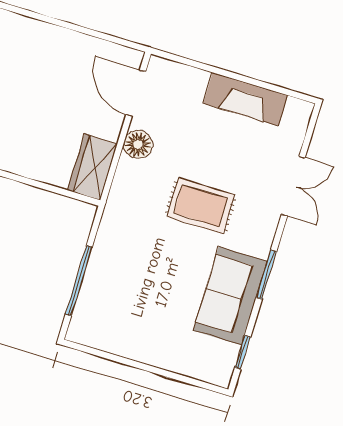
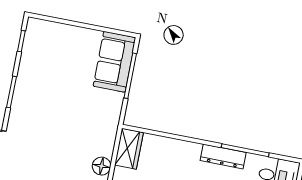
rug: (201, 206) -> (58, 131), removed
sofa: (230, 296) -> (114, 62), moved, turned 180

